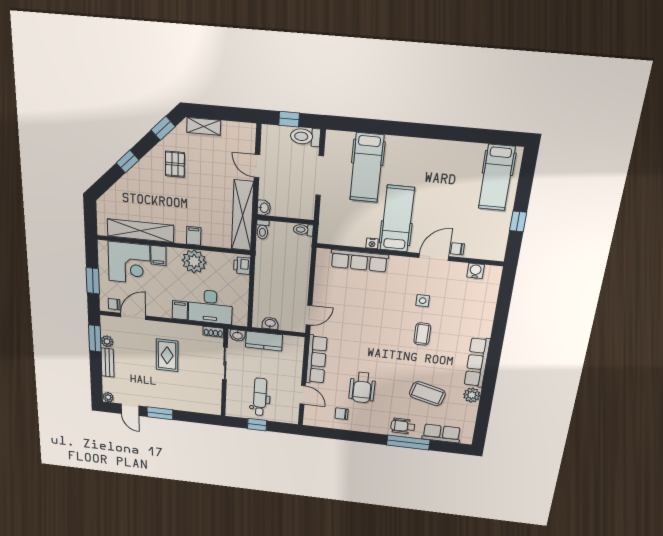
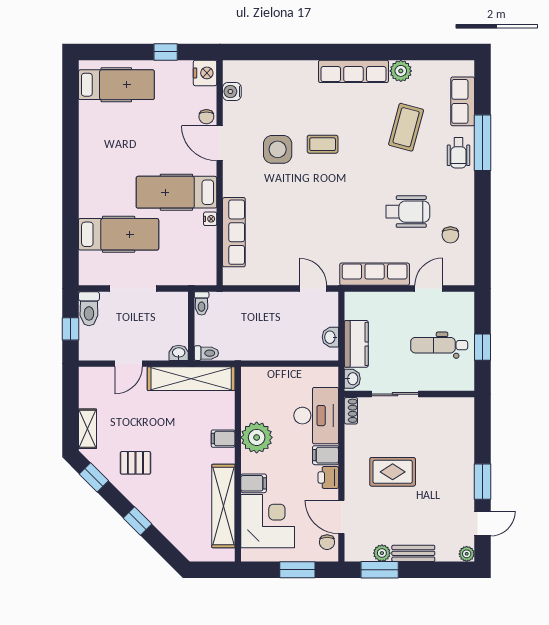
nightstand: (495, 251) -> (205, 73), added
printer: (242, 266) -> (328, 477), moved, turned 90
side table: (423, 301) -> (278, 149), width x1.87, depth x1.87

